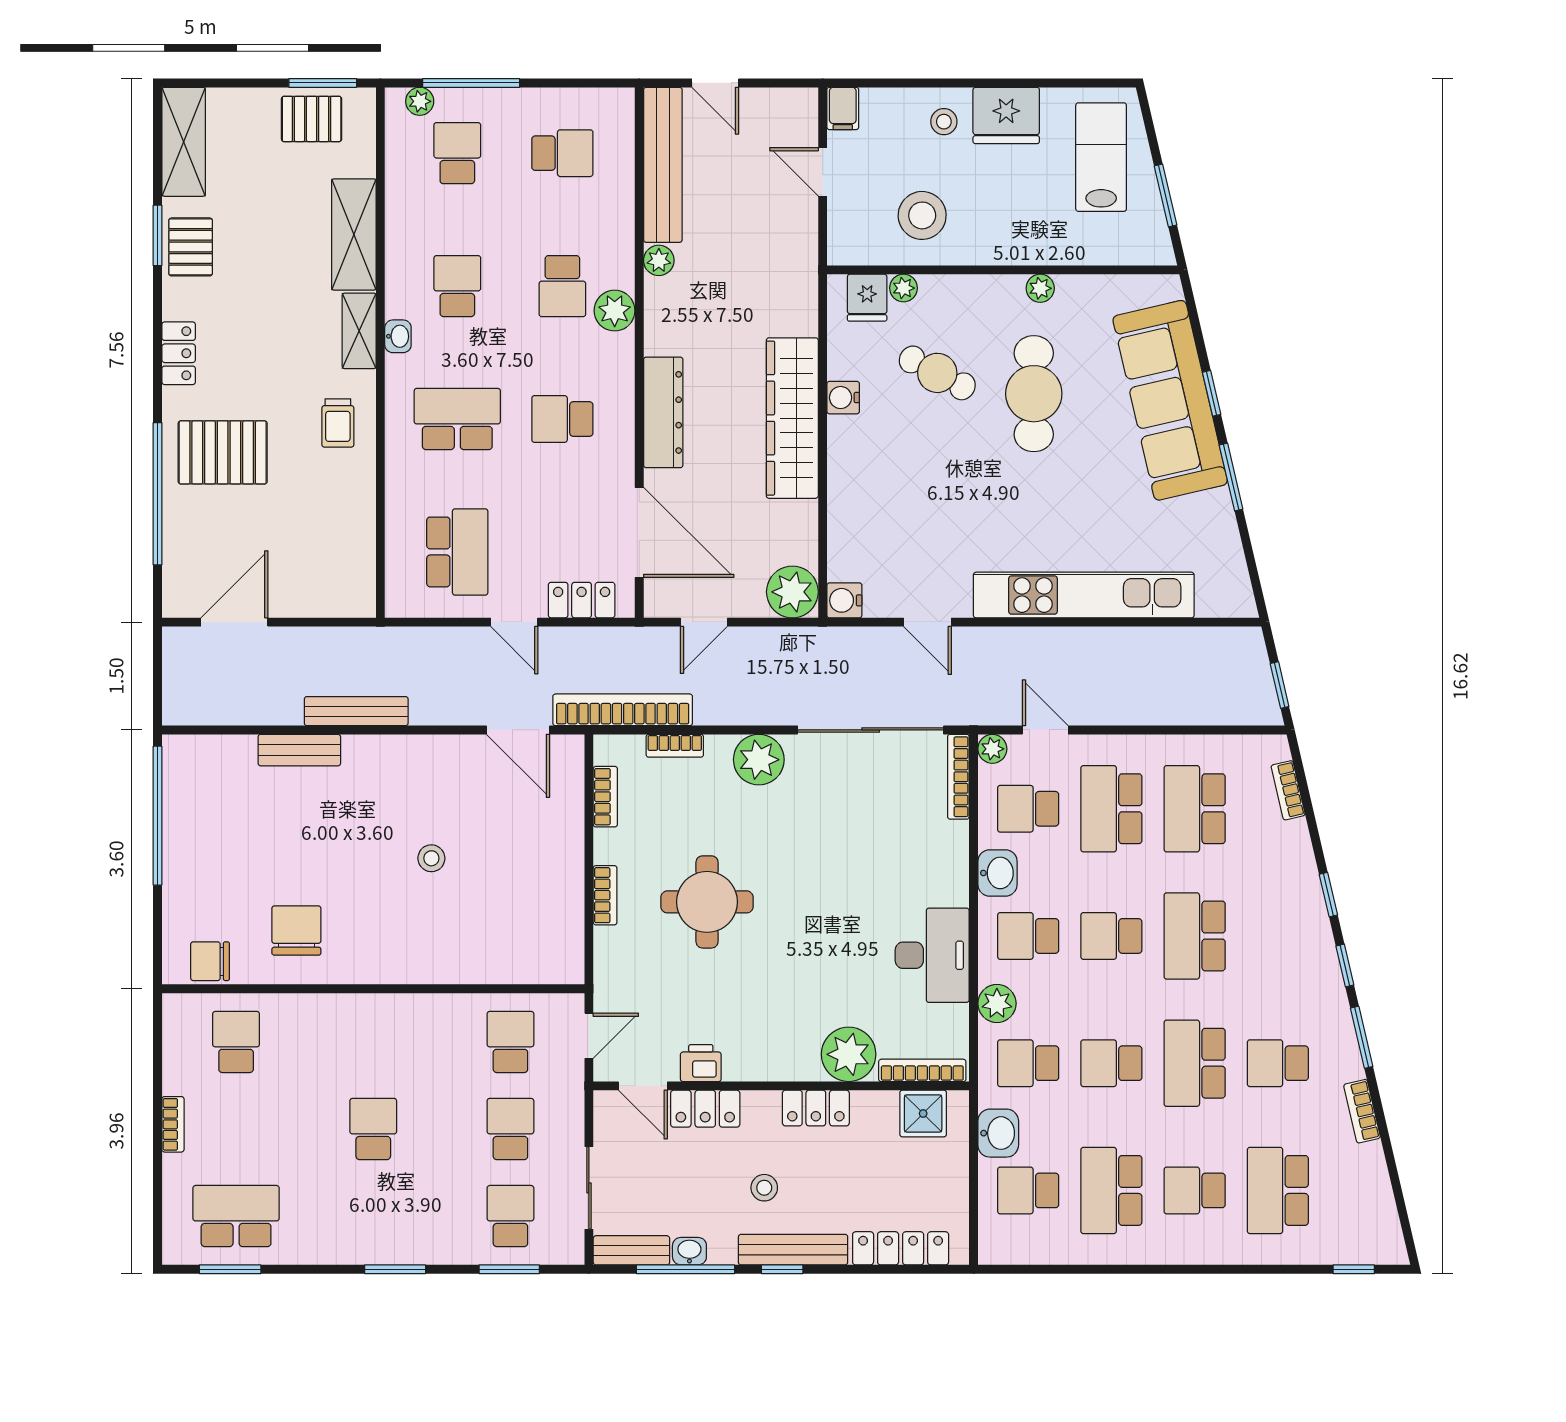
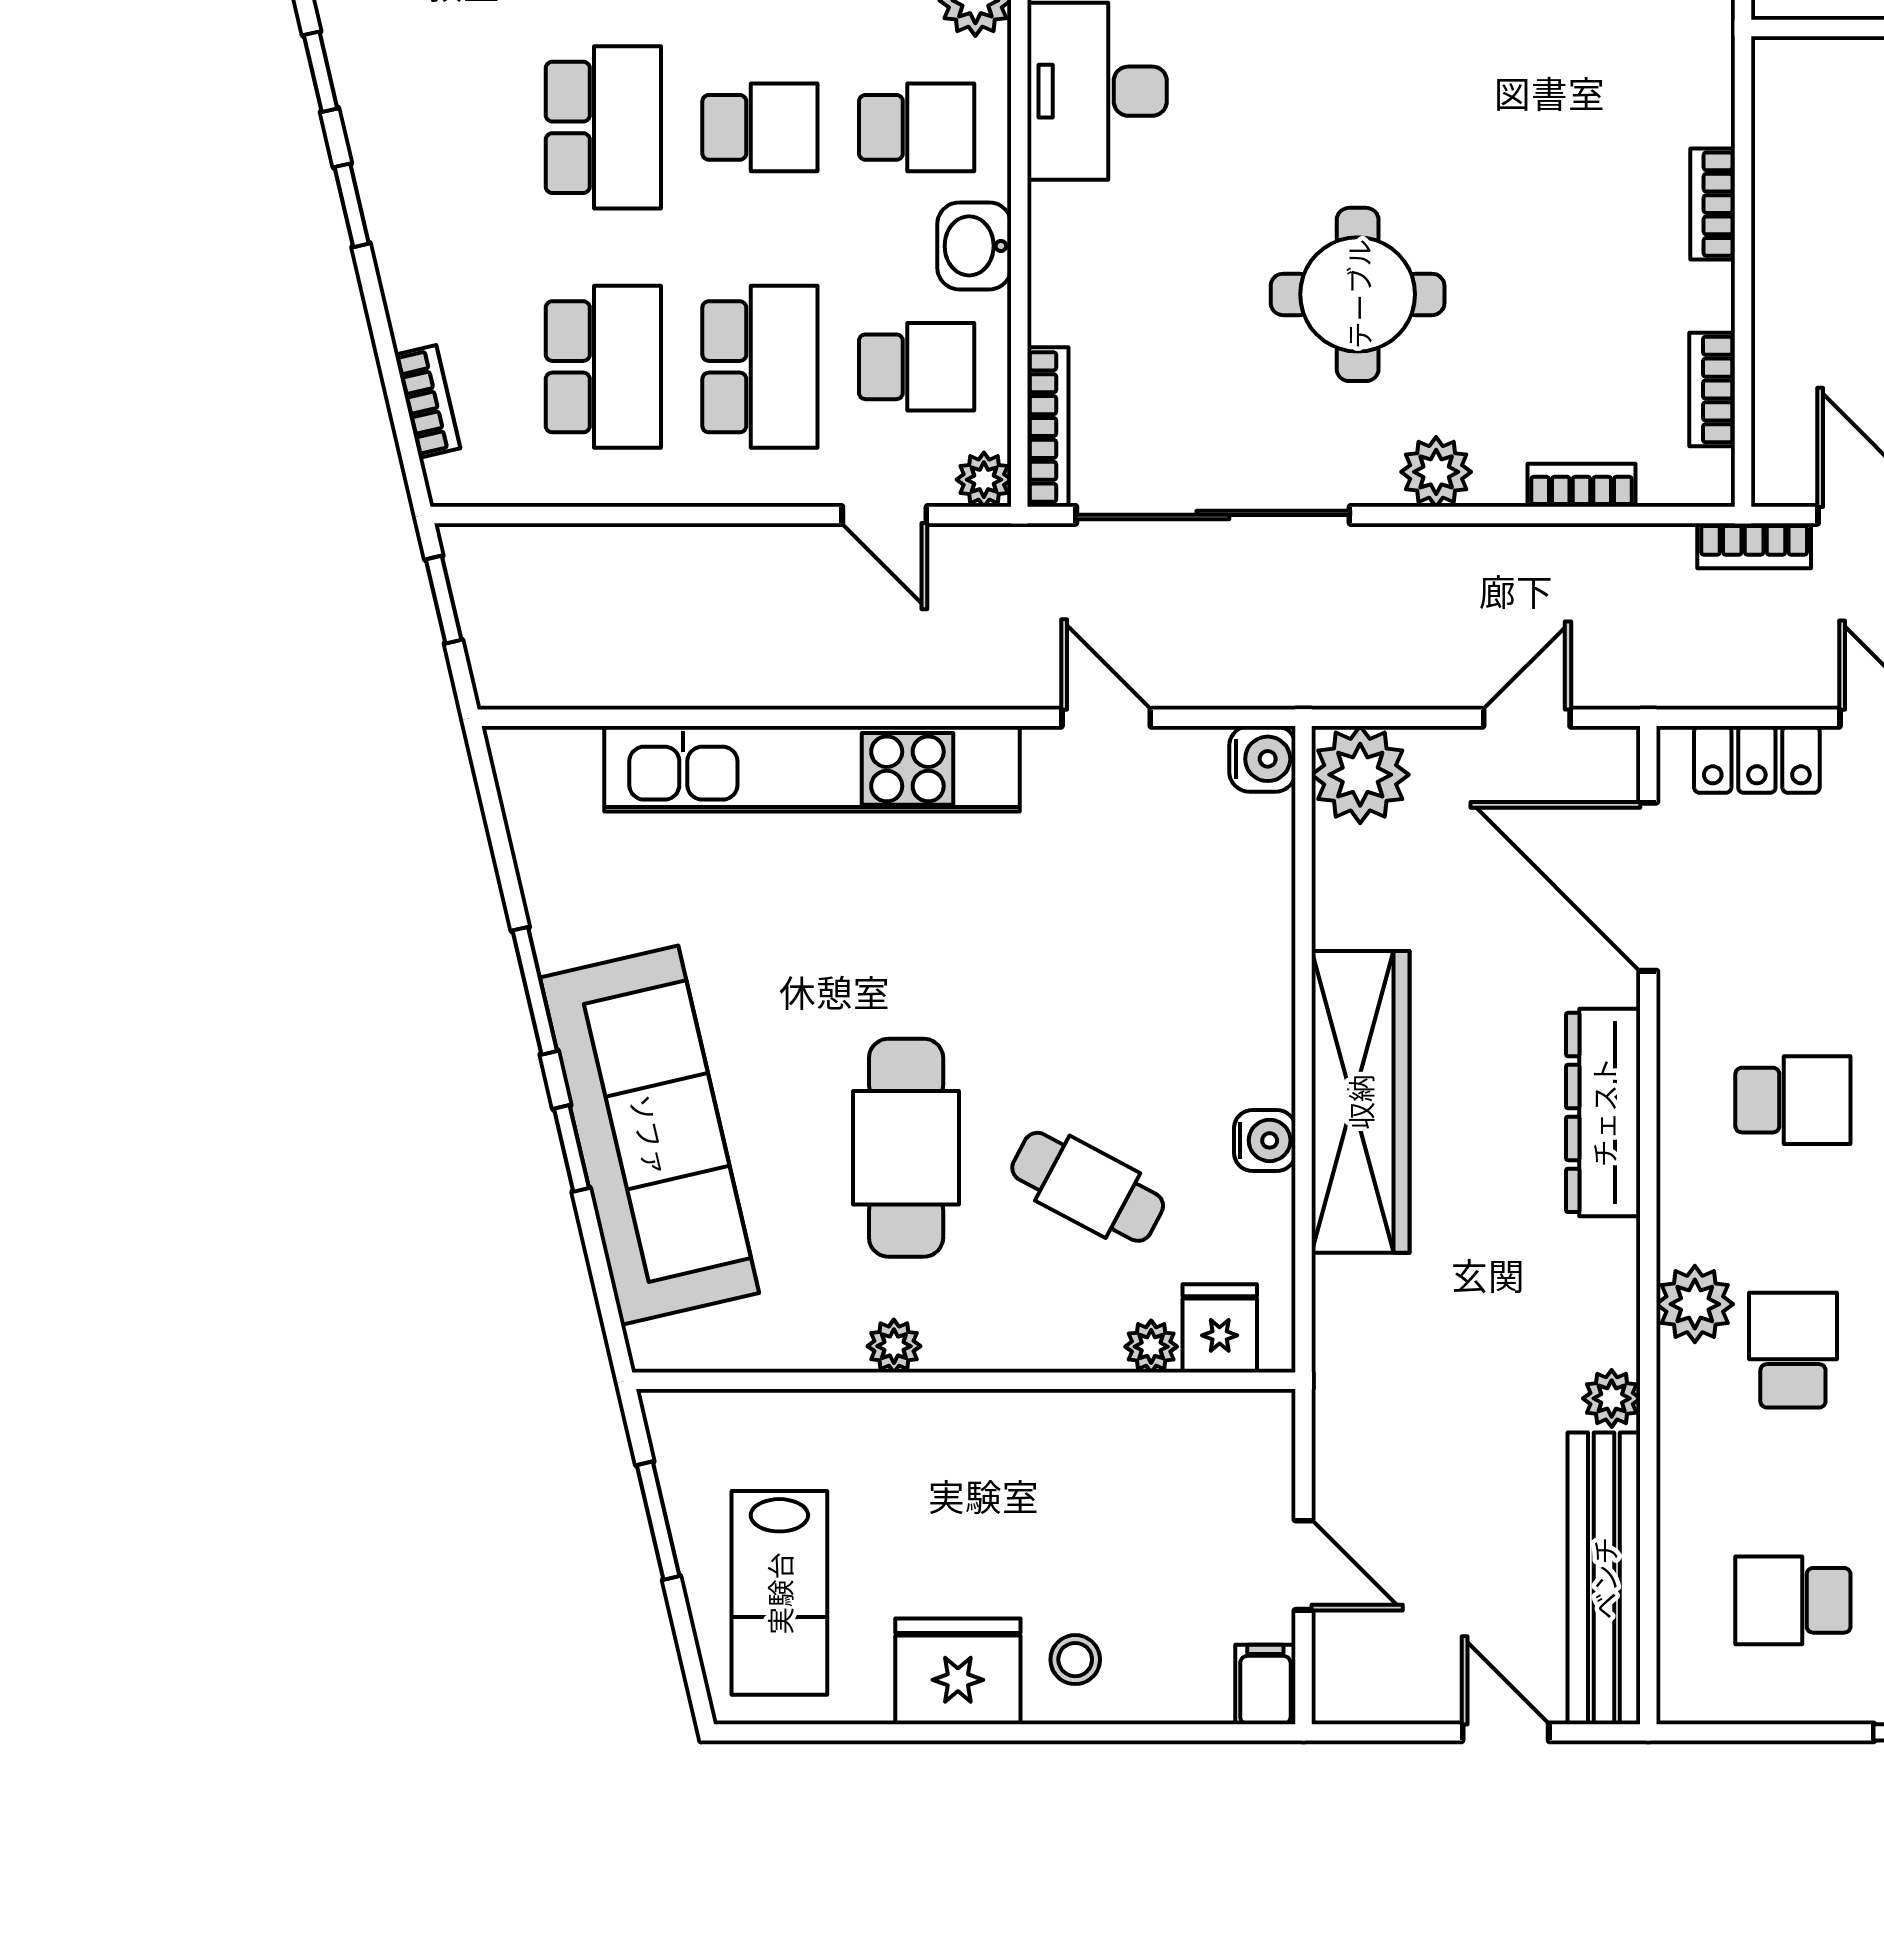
stool: (922, 215) -> (1116, 1483), removed
bookcase: (623, 710) -> (1754, 546), width x0.43, depth x0.76
plant: (759, 760) -> (1436, 472), width x0.73, depth x0.73
round table: (707, 902) -> (1358, 294), moved

